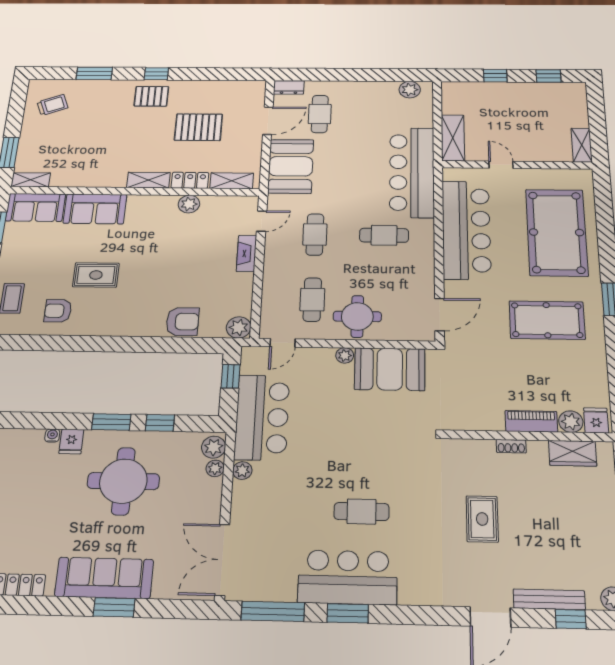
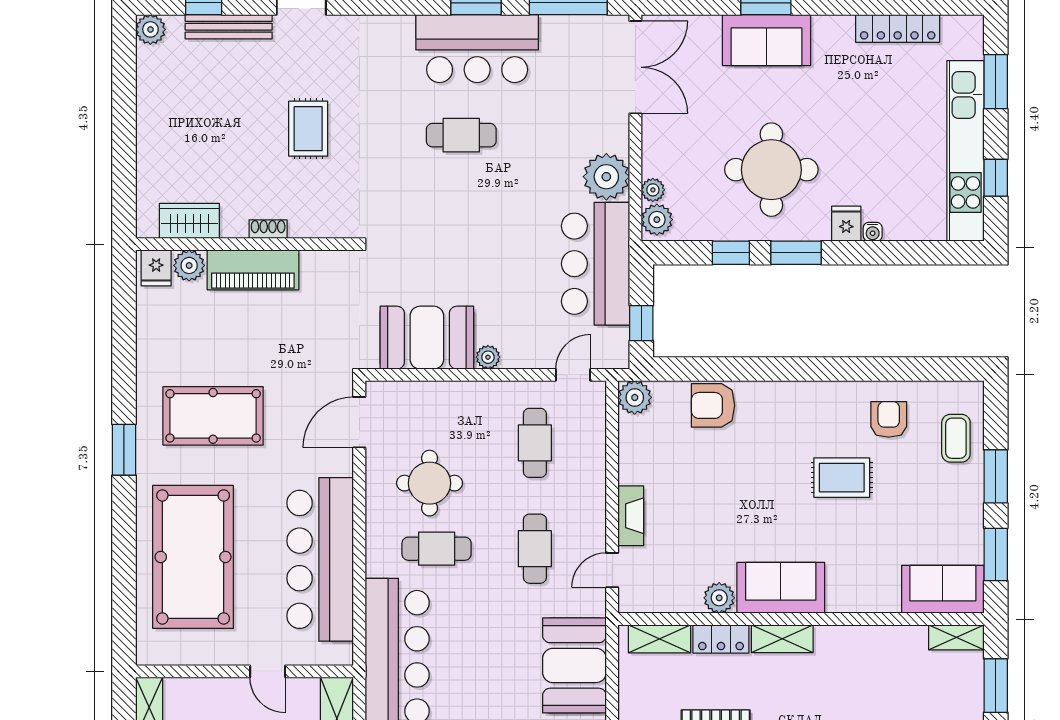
sofa: (95, 209) -> (781, 588), moved
armchair: (58, 311) -> (889, 419), turned -90
round table: (357, 316) -> (430, 483), moved
piano: (531, 421) -> (253, 270), width x1.37, depth x1.33
plant: (242, 471) -> (606, 177), width x1.88, depth x1.88
sofa: (104, 578) -> (767, 40), width x0.73

